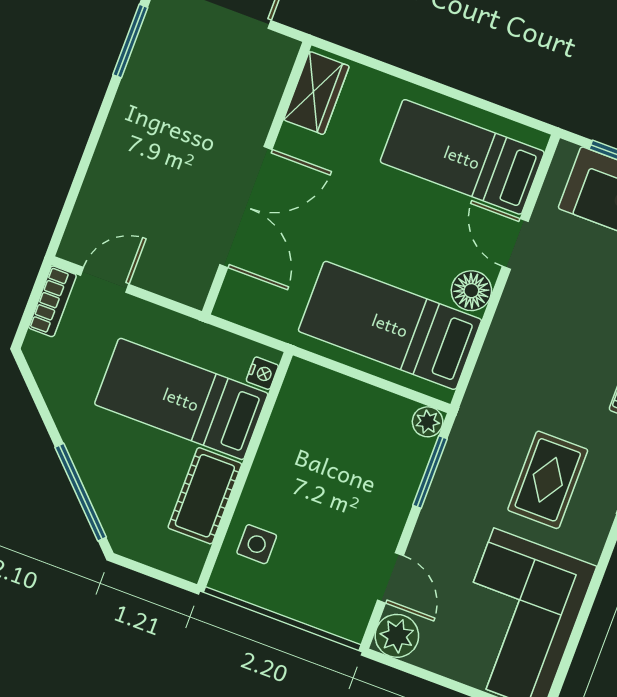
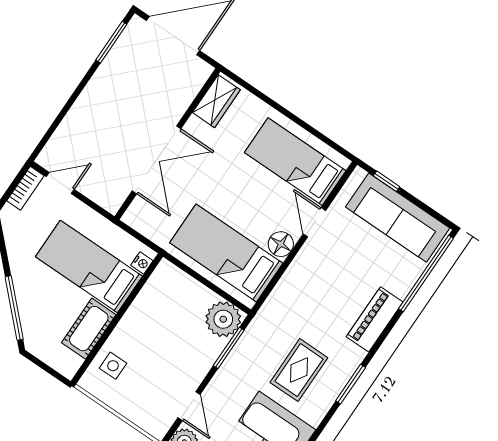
plant: (428, 422) -> (223, 319), width x1.88, depth x1.88

